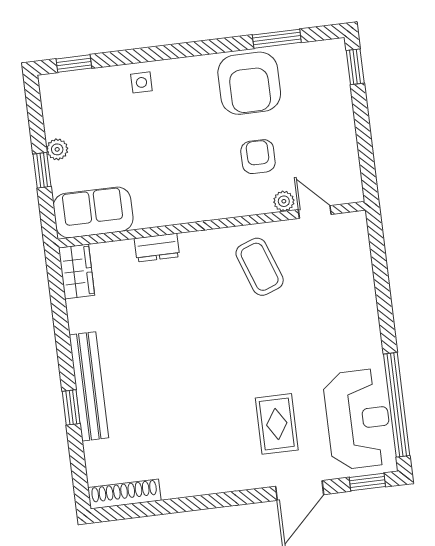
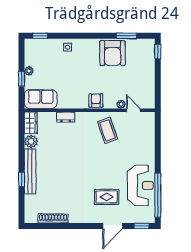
armchair: (258, 157) -> (96, 101), moved
plant: (83, 315) -> (31, 141), added
reception desk: (358, 419) -> (140, 185), moved
rug: (277, 424) -> (107, 197), turned 90
shoe rack: (124, 494) -> (53, 218), moved

